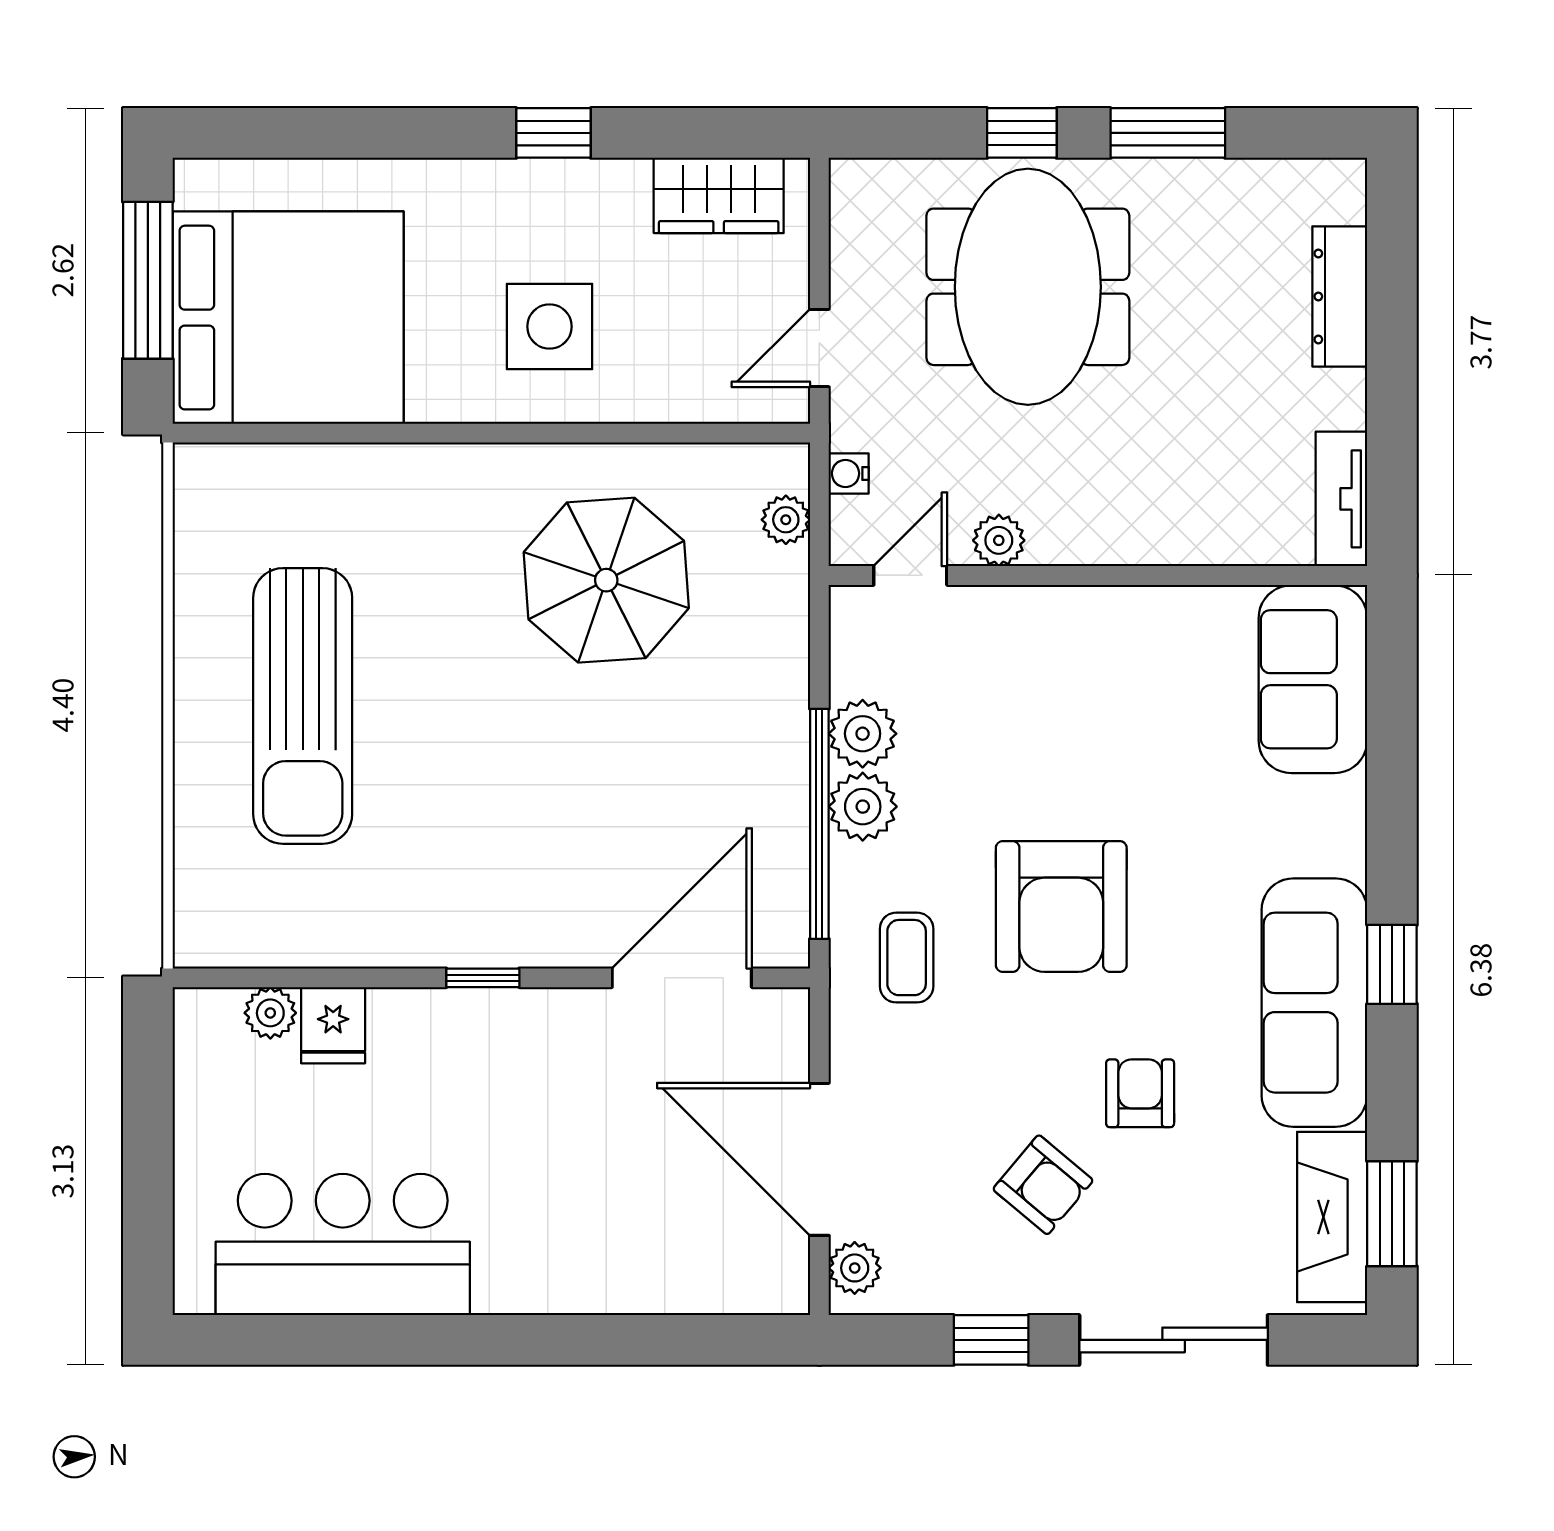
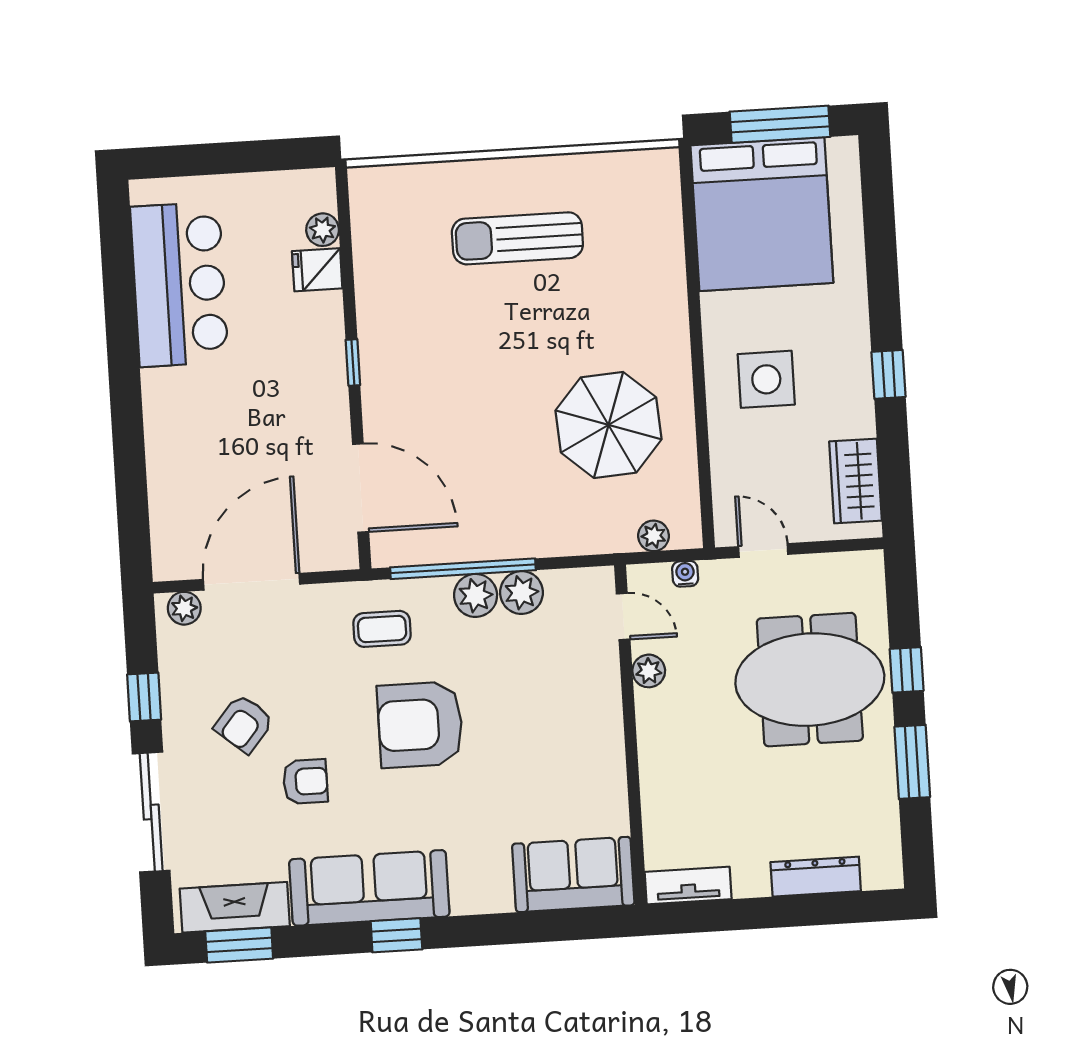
sun lounger: (303, 706) -> (517, 238), width x0.73, depth x0.75

